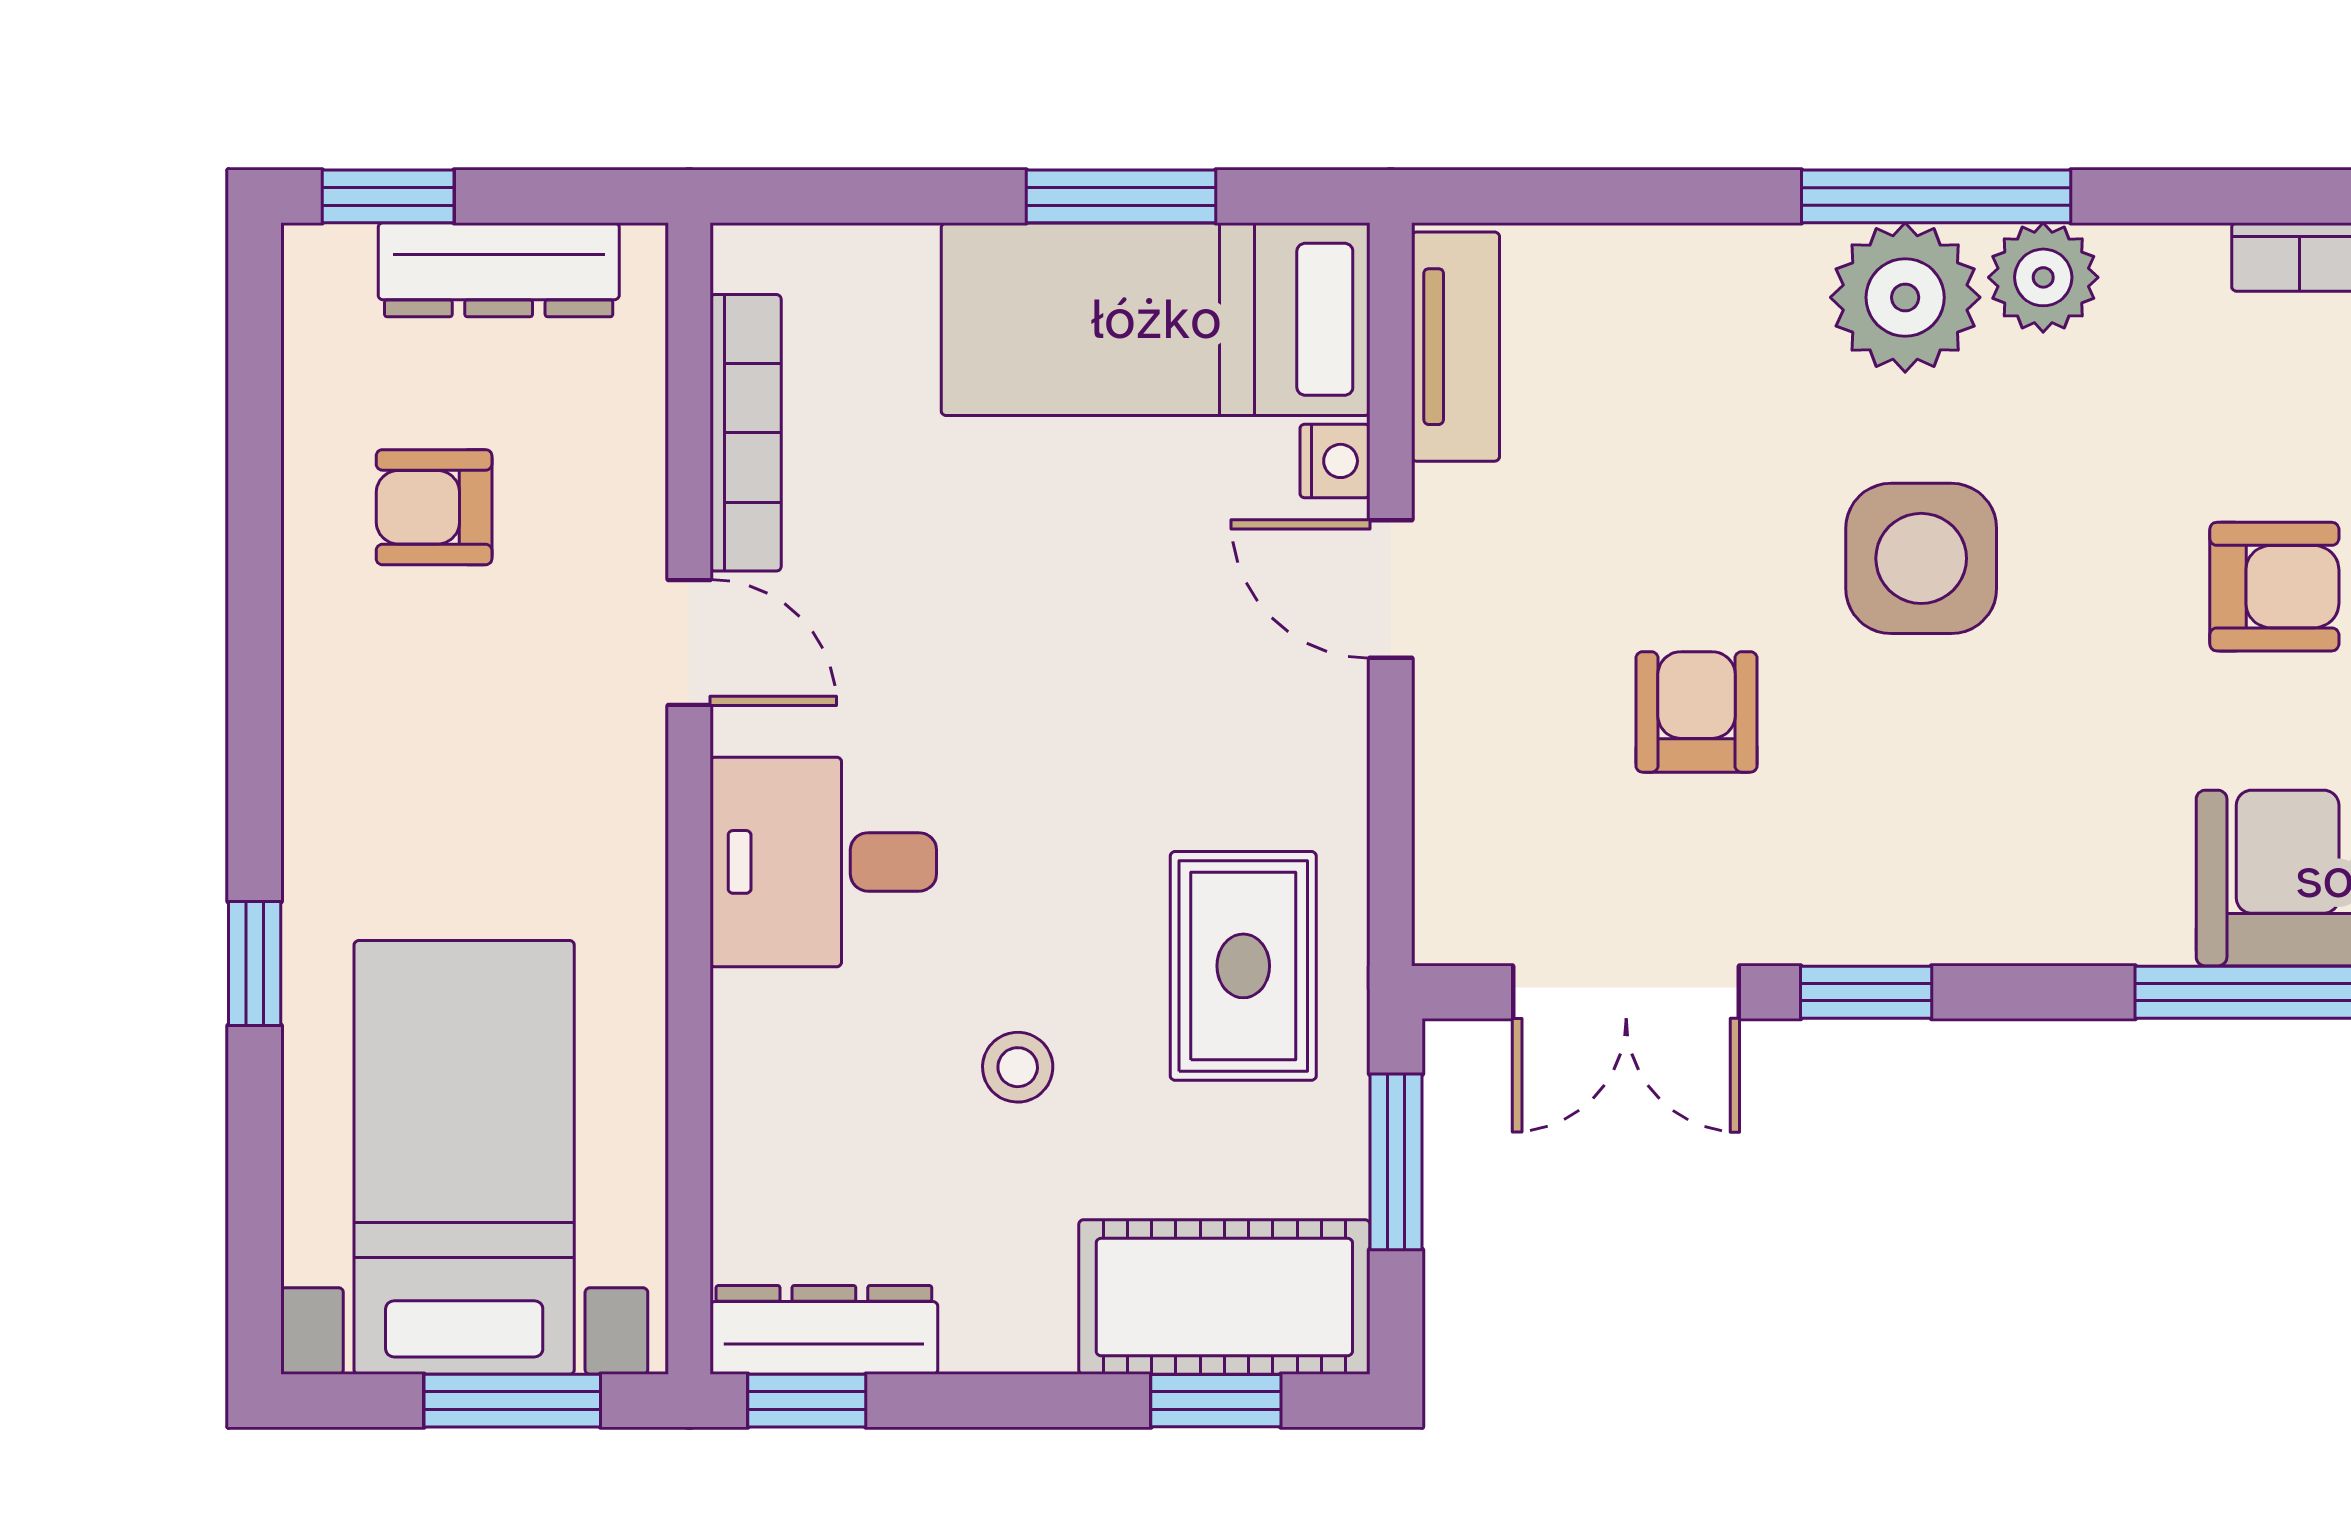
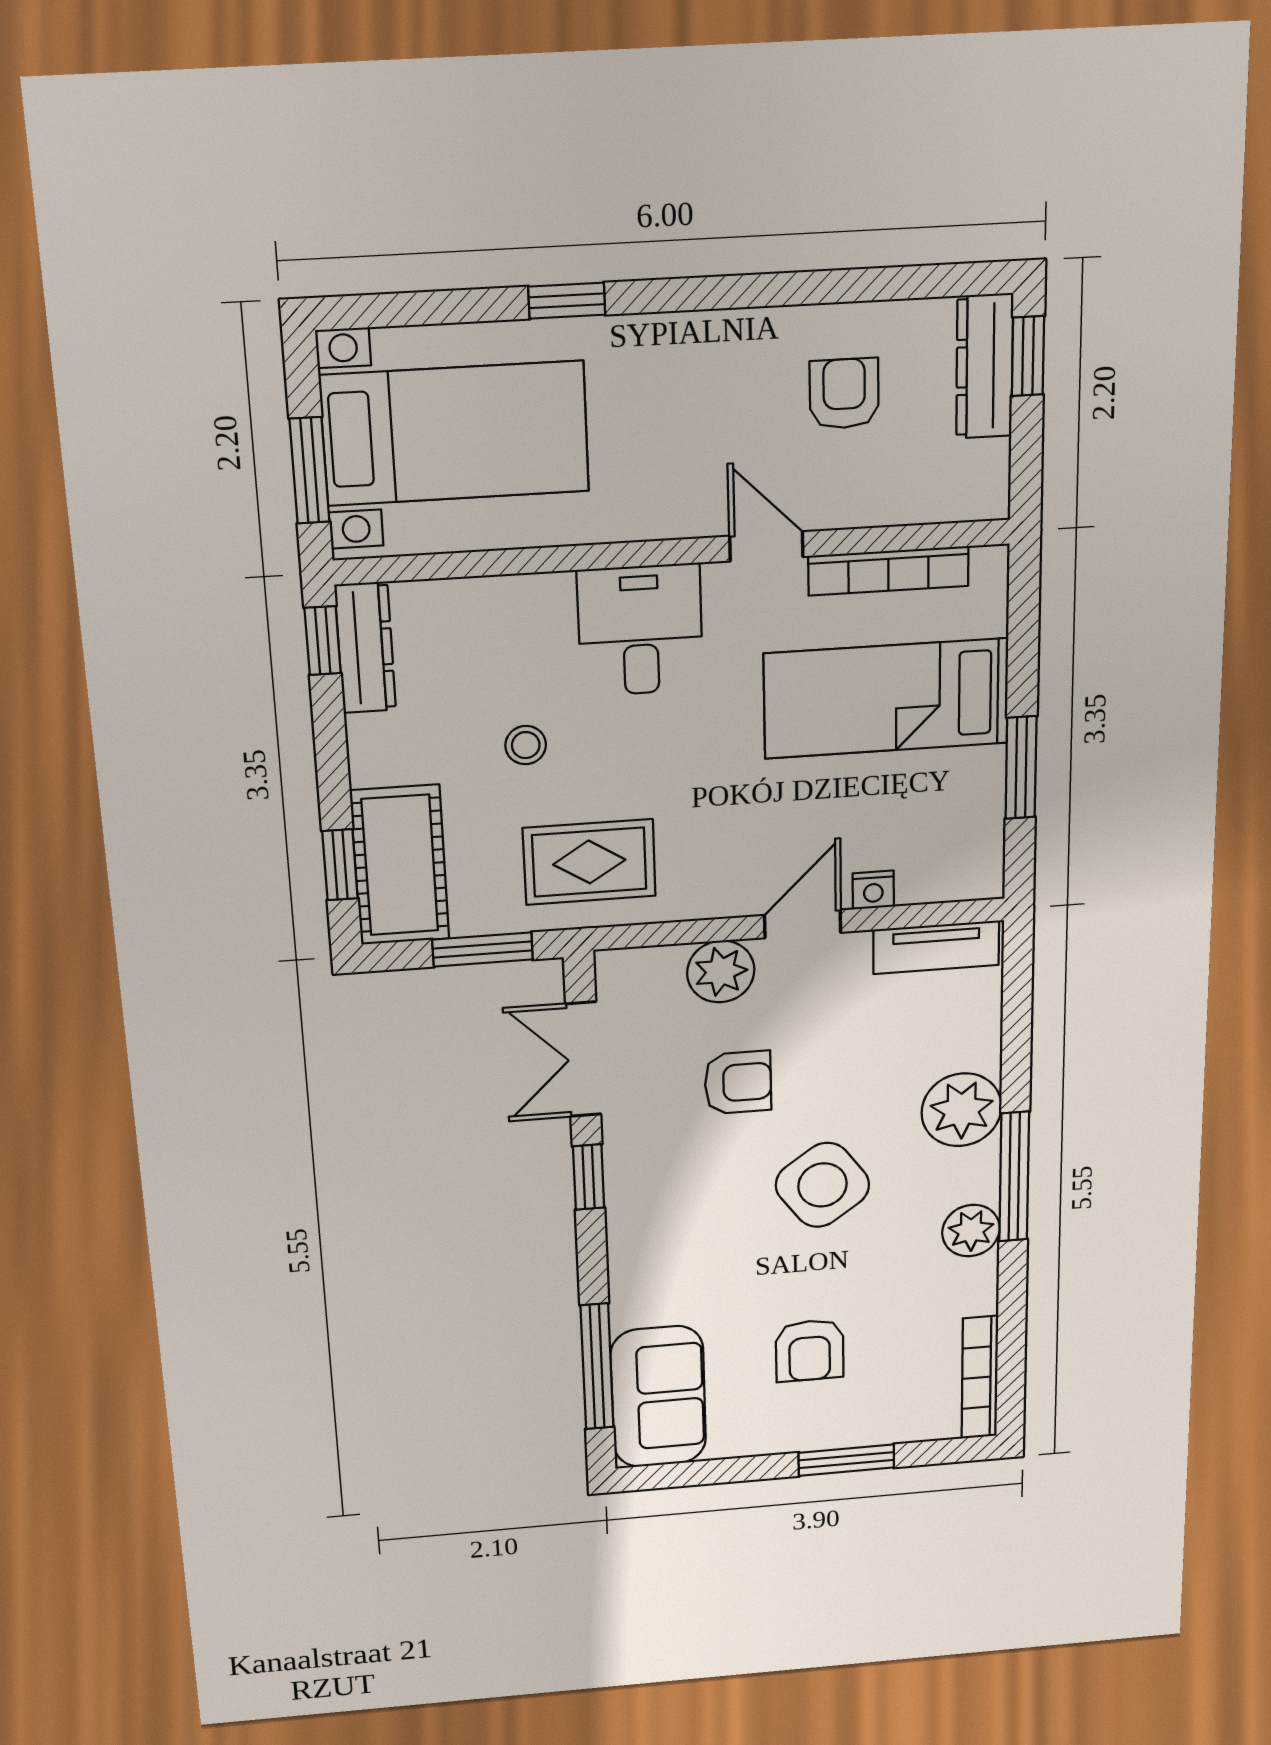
dresser: (499, 270) -> (985, 366), moved
plant: (1905, 297) -> (962, 1110), moved
bed: (1156, 319) -> (886, 698), moved, turned -90
side table: (1921, 558) -> (822, 1185), turned -36
door: (689, 642) -> (766, 546), swing flipped
plant: (1472, 738) -> (721, 972), added

